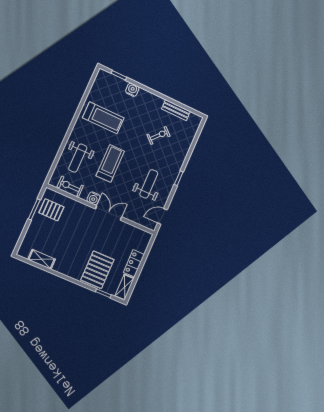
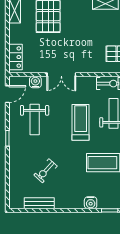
treadmill: (110, 163) -> (81, 122), turned 180
water cooler: (93, 198) -> (35, 82), moved
locker: (134, 263) -> (15, 57), moved

